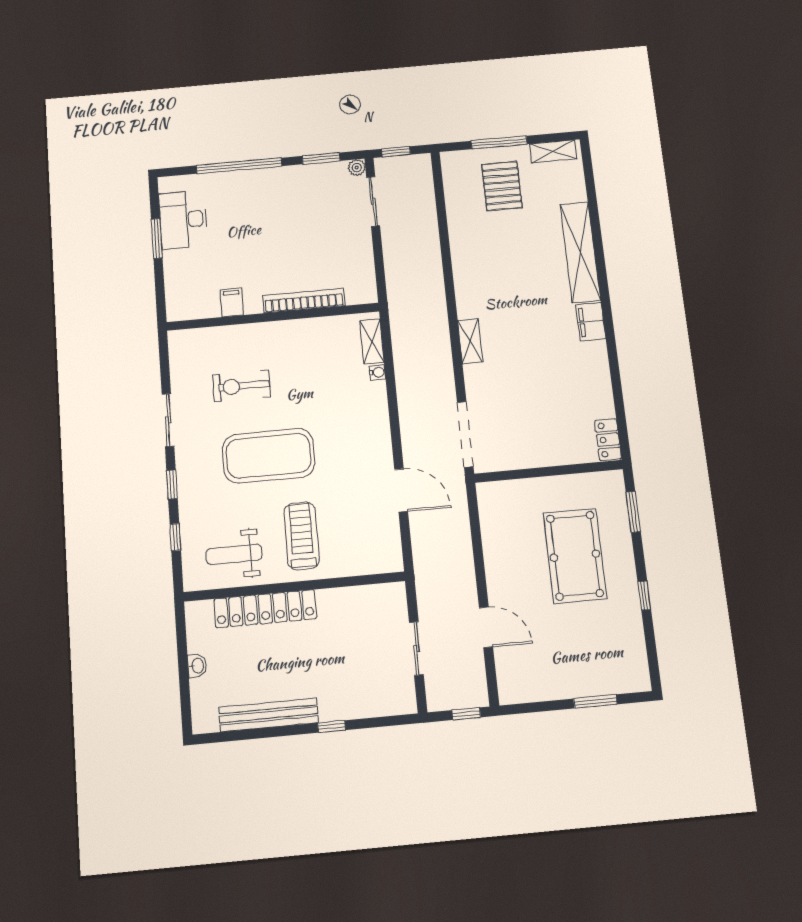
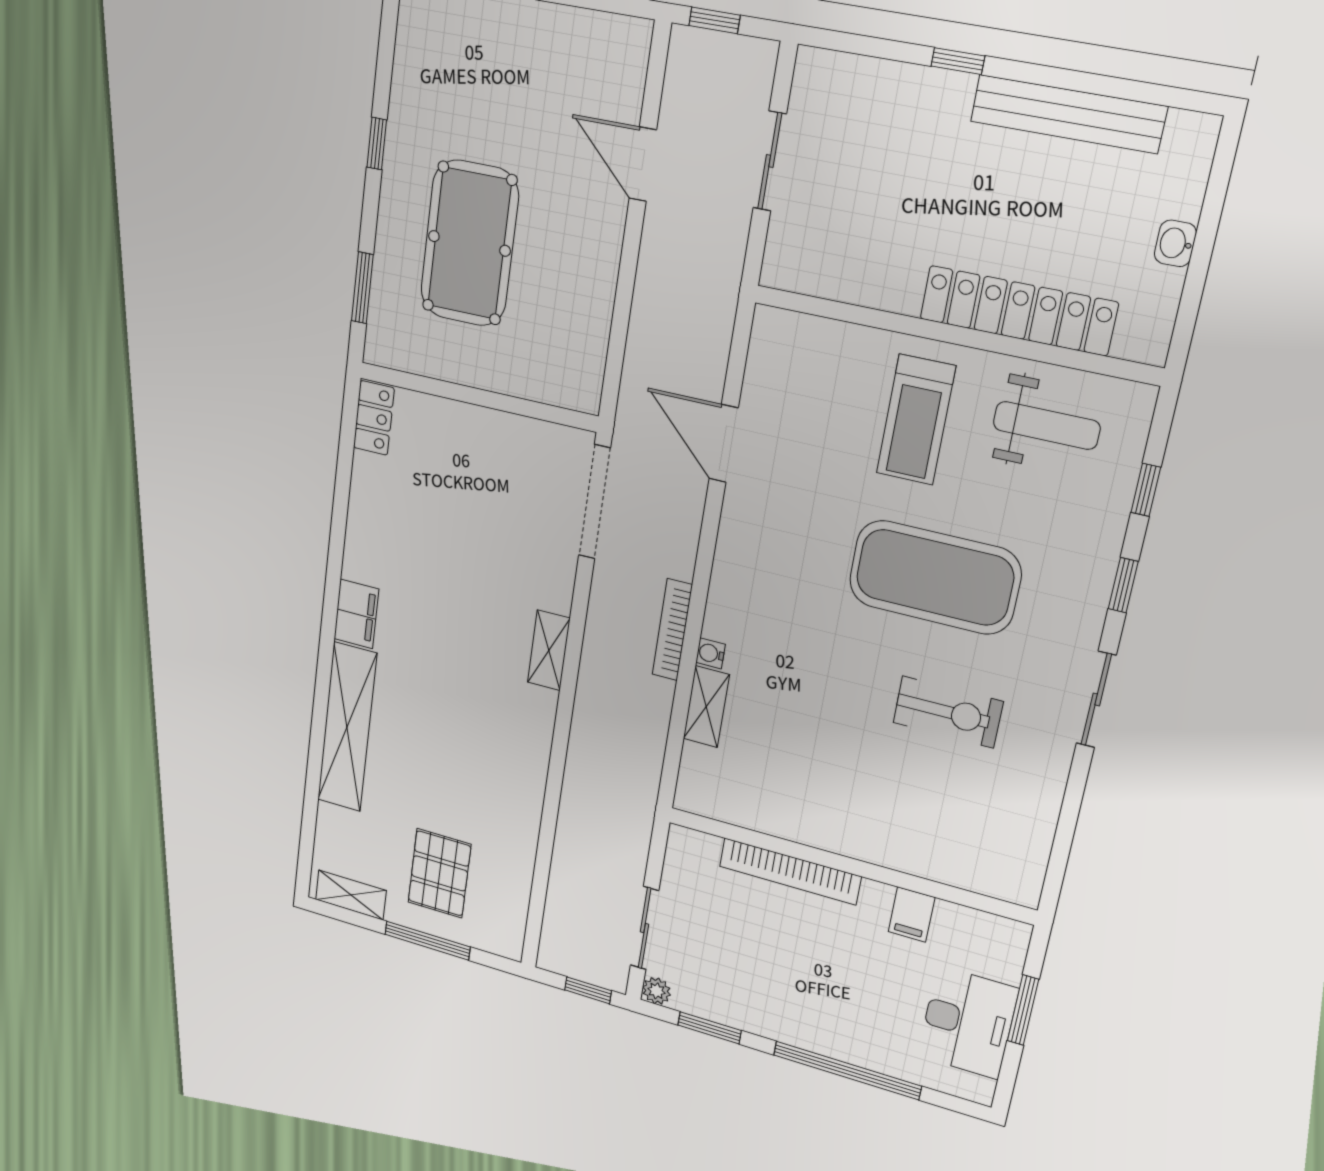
bookcase: (304, 301) -> (790, 871), moved
filing cabinet: (232, 302) -> (912, 914), moved
wall: (273, 317) -> (849, 865), moved
bookcase: (402, 378) -> (672, 630), added

